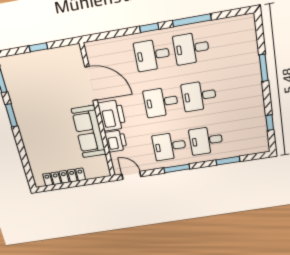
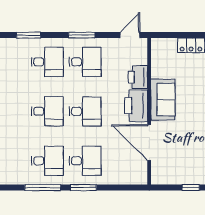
window: (149, 28) -> (83, 188), width x1.50
sofa: (89, 132) -> (163, 100), width x0.73
door: (131, 175) -> (130, 35), swing flipped

